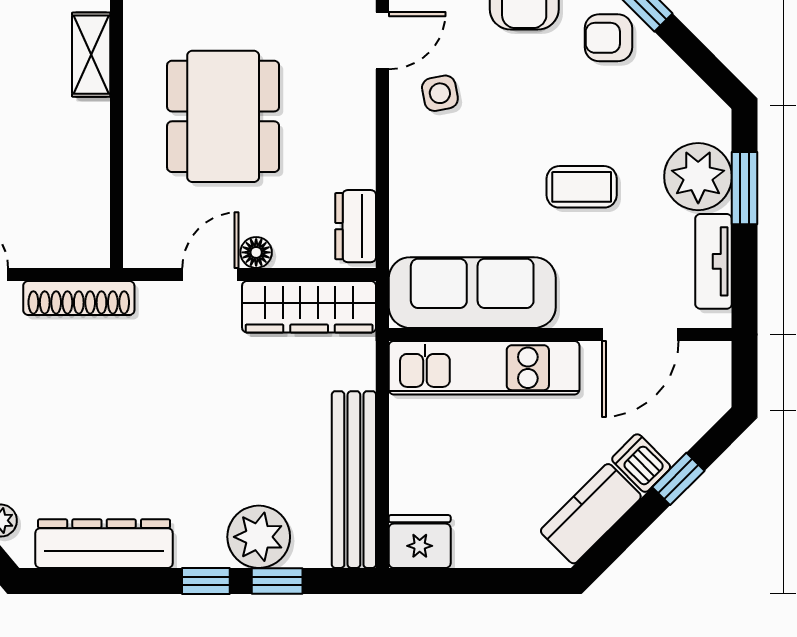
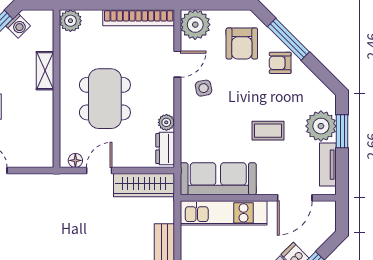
plant: (358, 169) -> (166, 122), added
floor lamp: (256, 252) -> (75, 160), moved
shoe rack: (79, 298) -> (39, 181), removed

